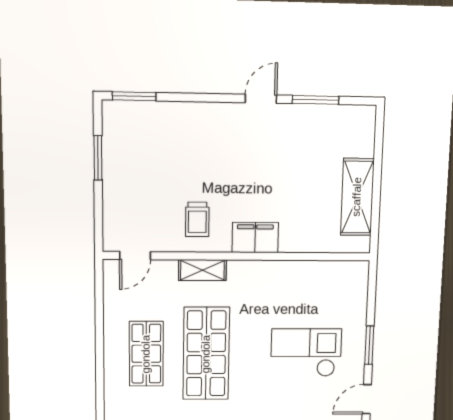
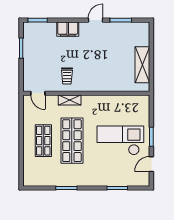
filing cabinet: (255, 238) -> (68, 29), moved, turned 180
door: (135, 256) -> (38, 93), hinge flipped
checkout: (306, 353) -> (120, 140), width x1.36, depth x1.21

